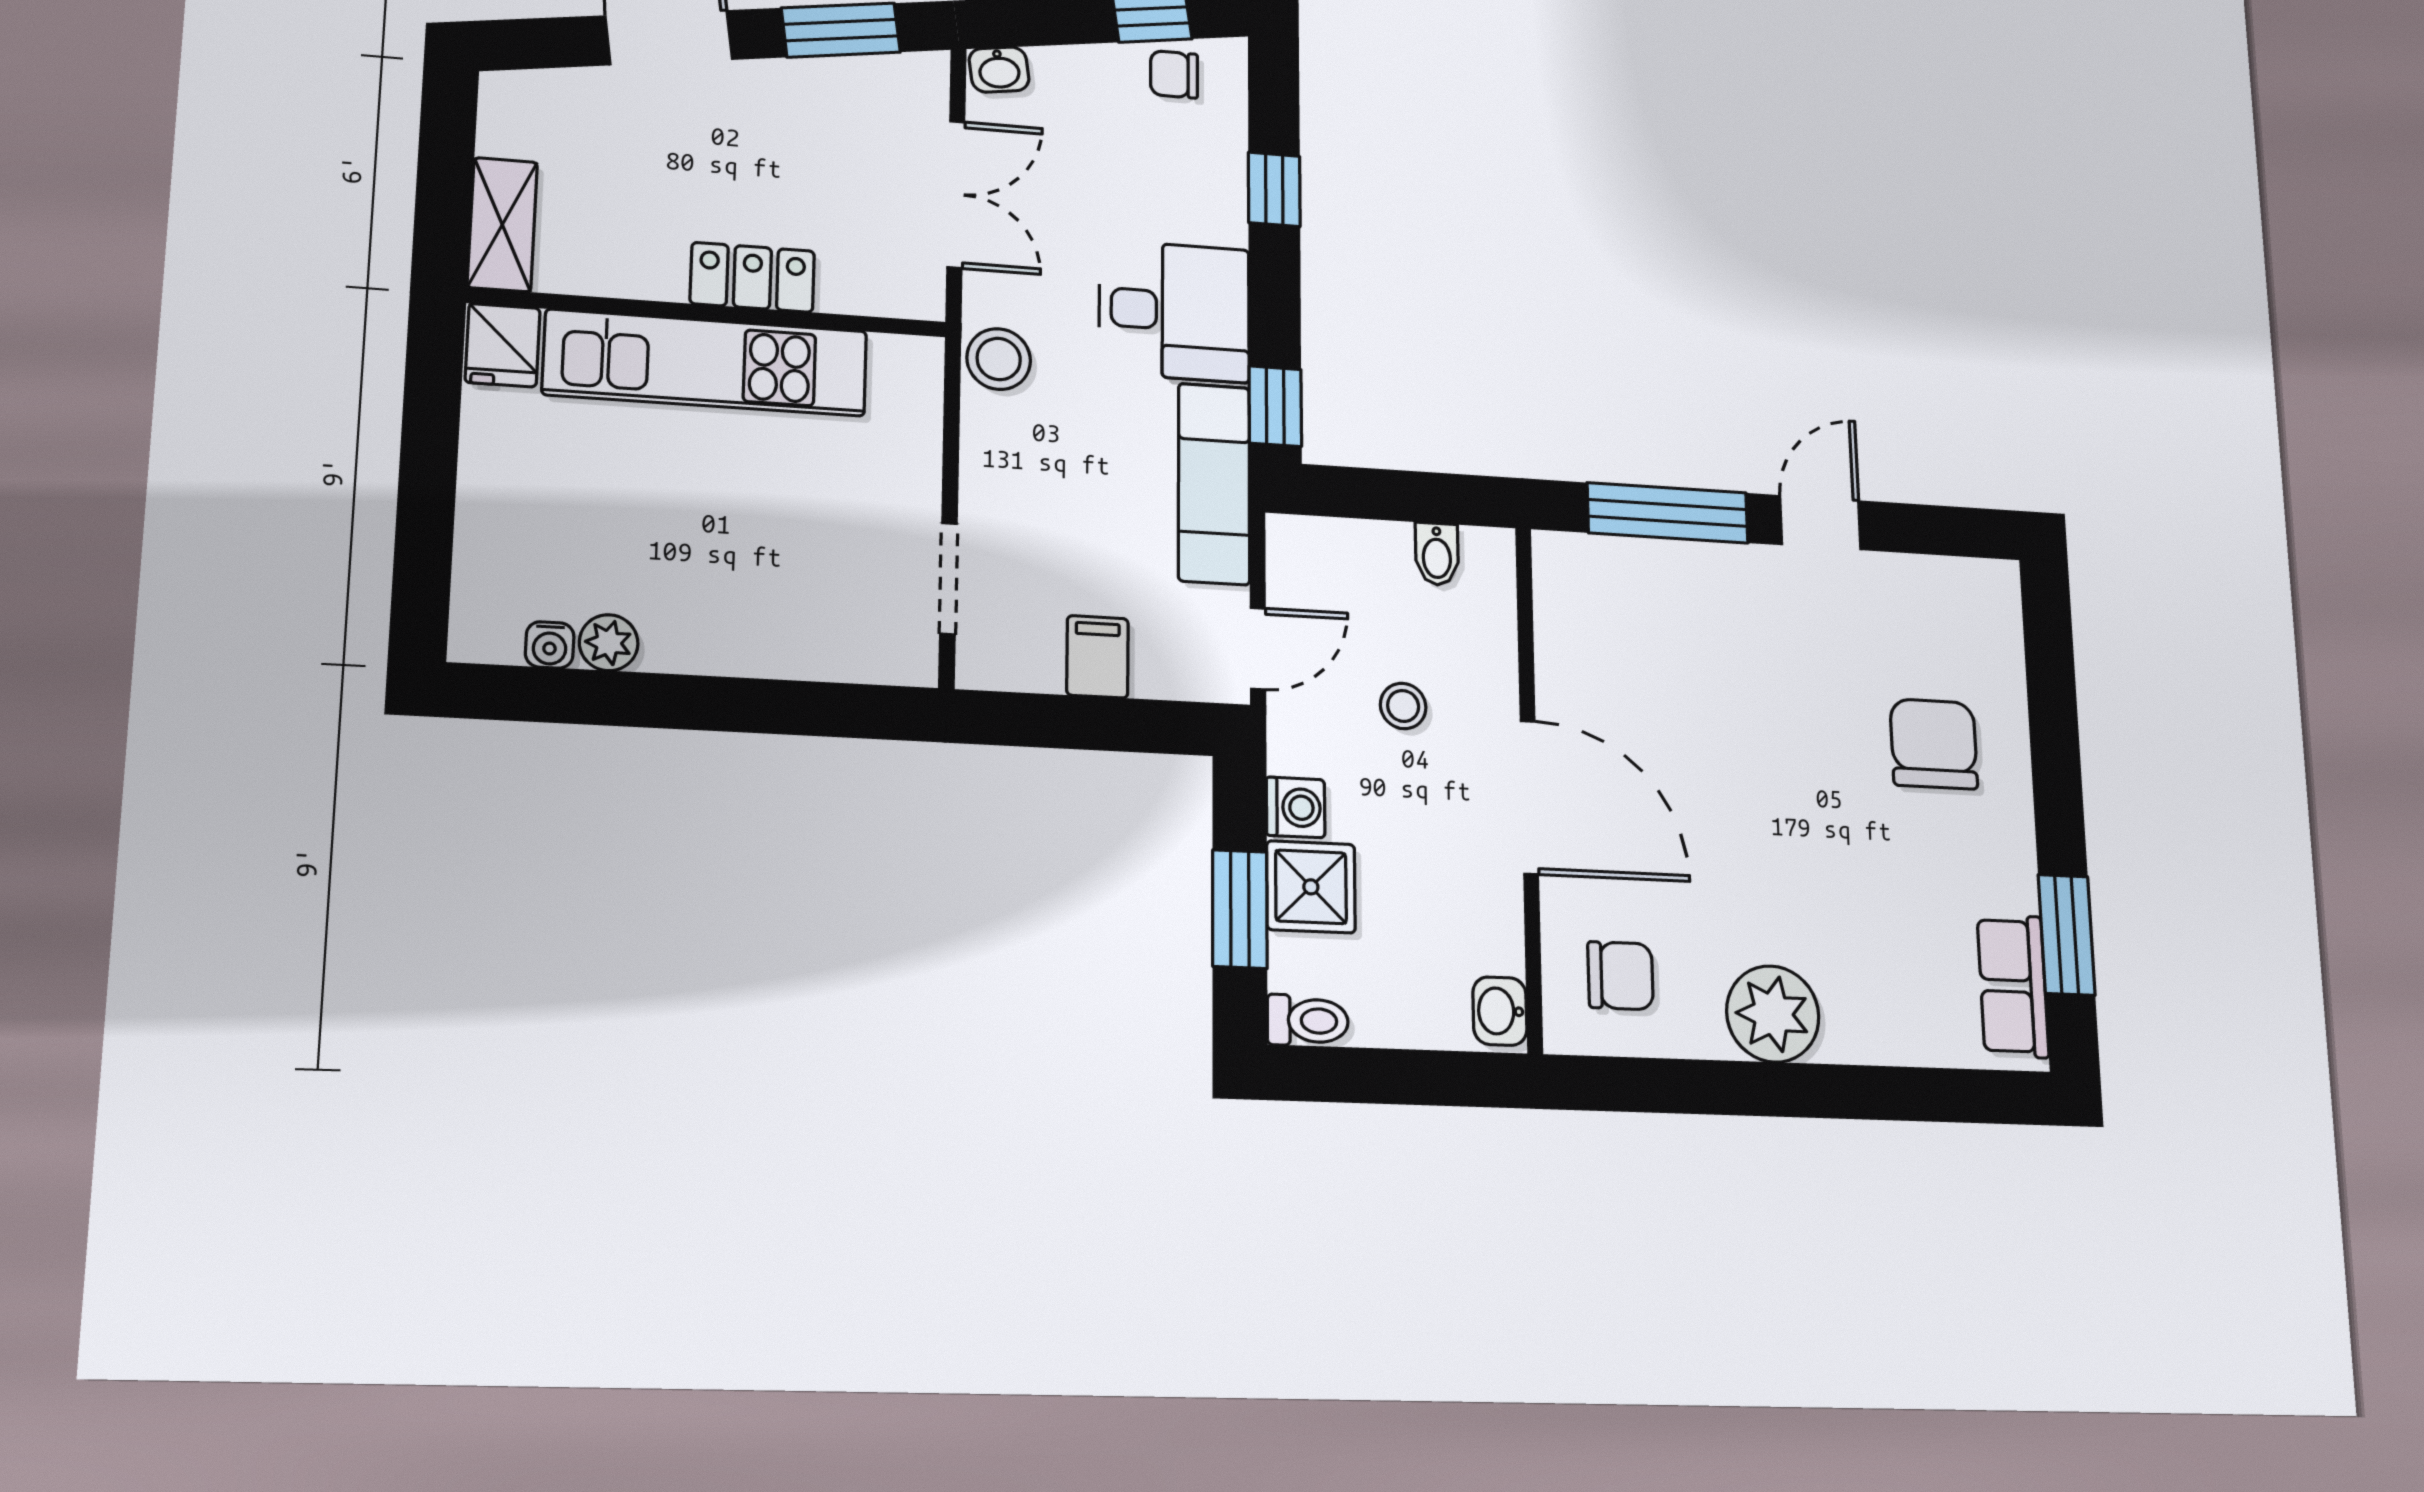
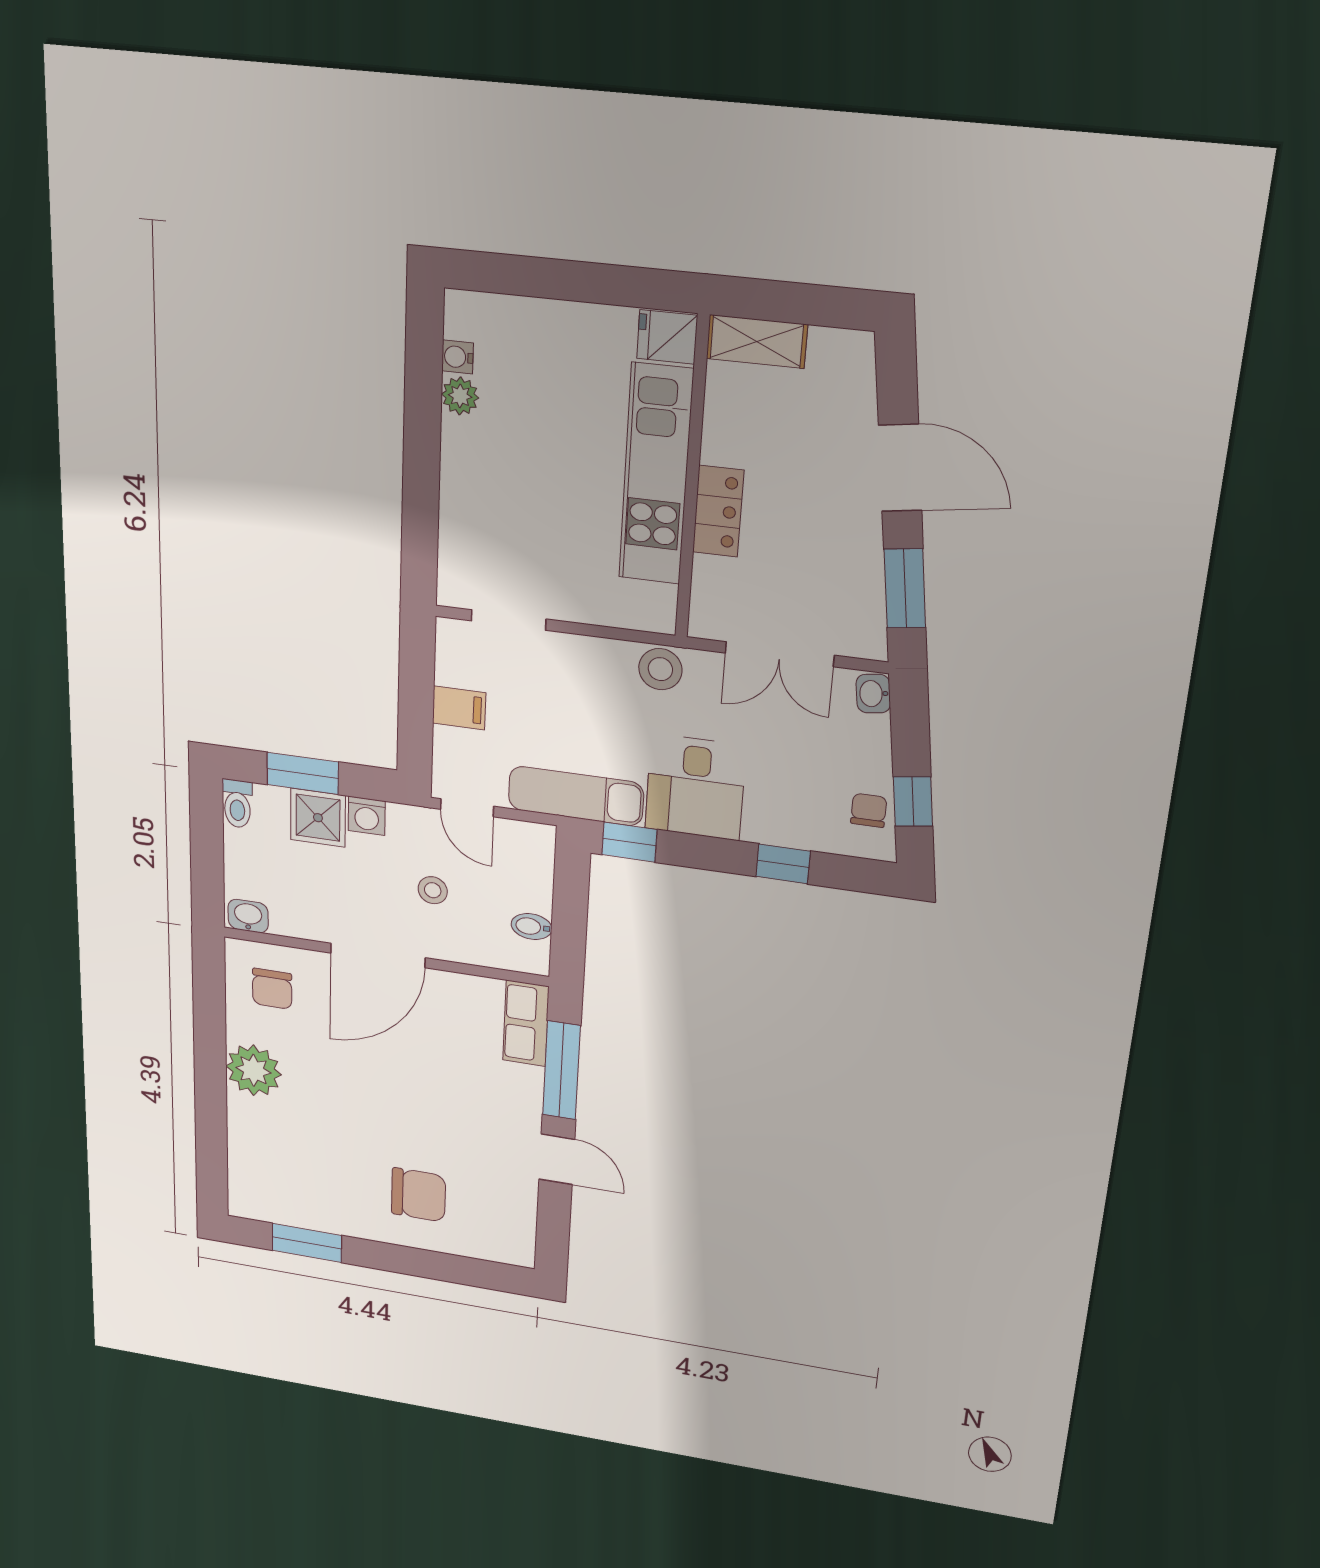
row of seats: (2013, 986) -> (526, 1023), moved, turned -90

